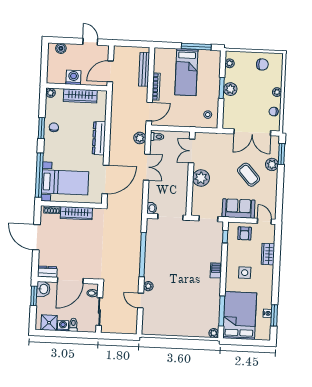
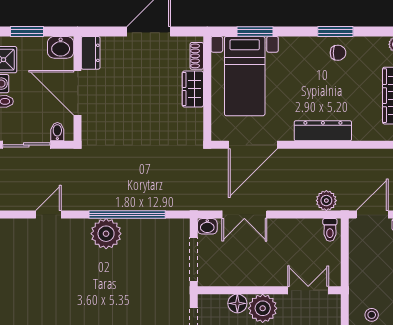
door: (149, 112) -> (372, 215), swing flipped
double door: (147, 167) -> (244, 215), moved
window: (39, 175) -> (255, 32), width x0.47
door: (105, 179) -> (253, 145), hinge flipped
floor lamp: (197, 193) -> (237, 303), added
wardrobe: (76, 213) -> (193, 89), width x0.67
plant: (148, 286) -> (106, 234), moved, width x1.88, depth x1.88
window: (34, 296) -> (27, 32), moved

